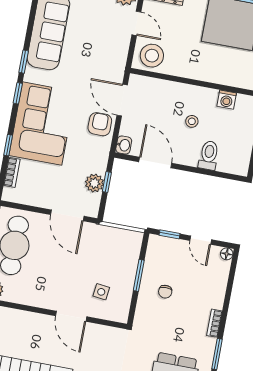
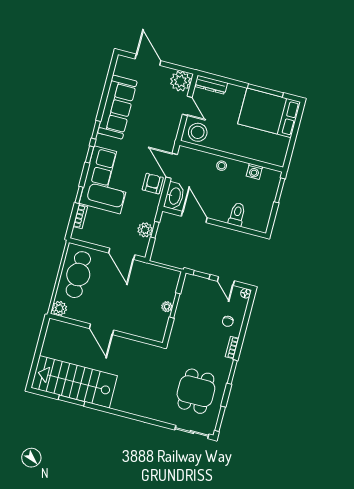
stool: (192, 121) -> (222, 166), moved
washbasin: (124, 145) -> (174, 196), width x1.91, depth x1.45
plant: (129, 278) -> (167, 307), added
side table: (101, 292) -> (144, 316), removed
chair: (165, 292) -> (228, 321), moved
door: (71, 316) -> (101, 329), moved

